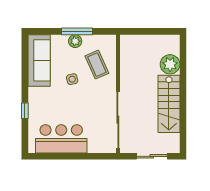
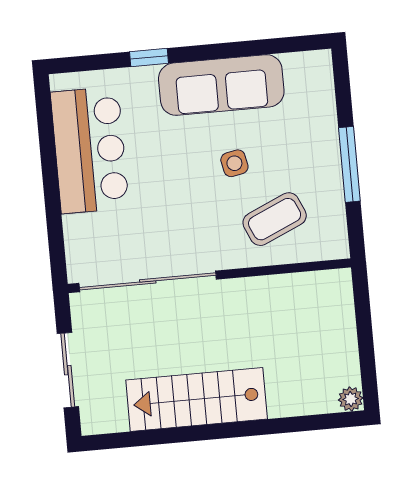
plant: (75, 41) -> (326, 162), removed
sofa: (39, 60) -> (221, 85), moved
plant: (170, 64) -> (351, 399), moved, width x0.53, depth x0.53

